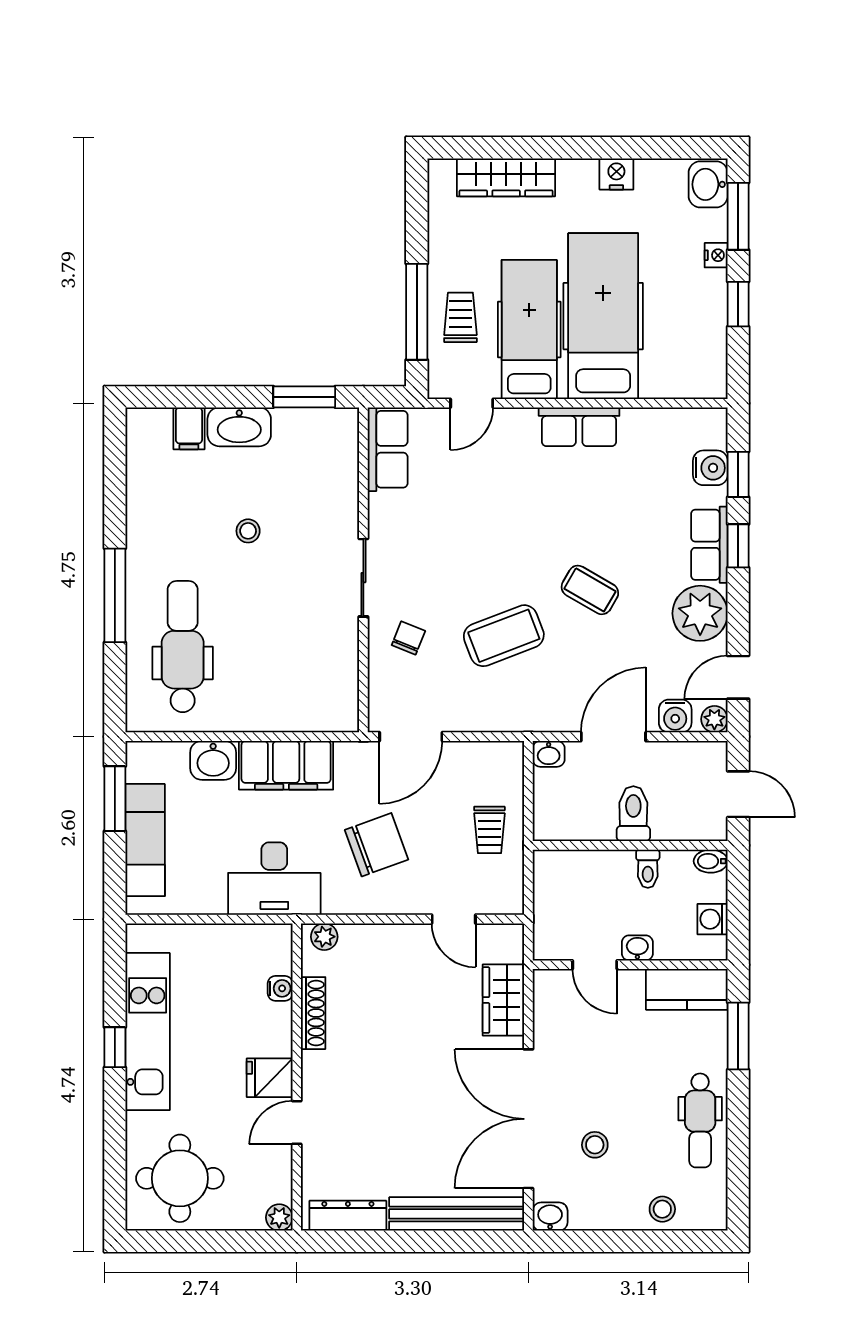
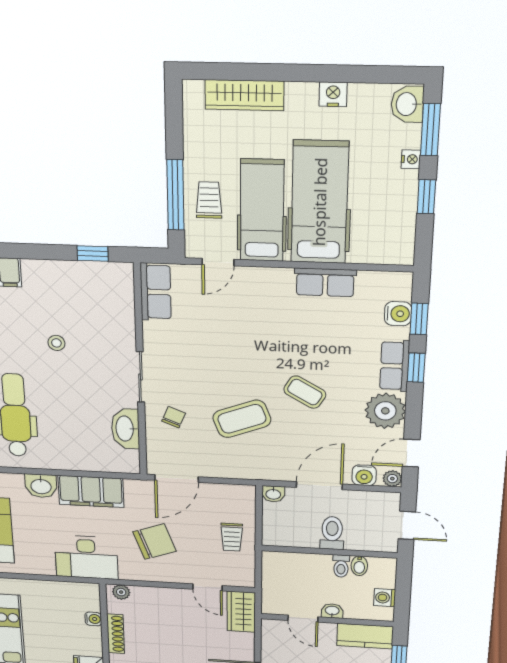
window: (304, 397) -> (93, 253), width x0.67
washbasin: (239, 427) -> (125, 429), moved, turned 90
row of seats: (579, 427) -> (325, 282), moved
bidet: (711, 861) -> (359, 566), moved, turned -90
wardrobe: (503, 1000) -> (241, 612), moved

